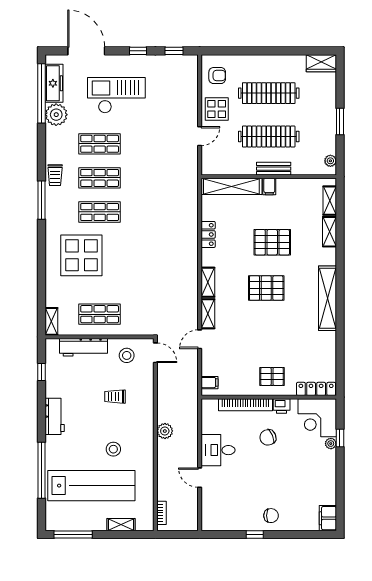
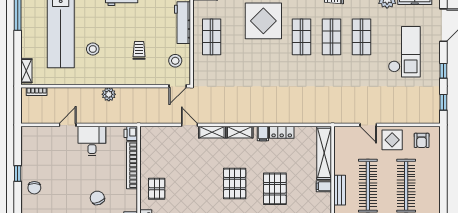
filing cabinet: (209, 383) -> (263, 134), moved
printer: (282, 406) -> (131, 133), moved
chair: (268, 437) -> (97, 198), moved
shelving: (121, 525) -> (26, 71), moved

